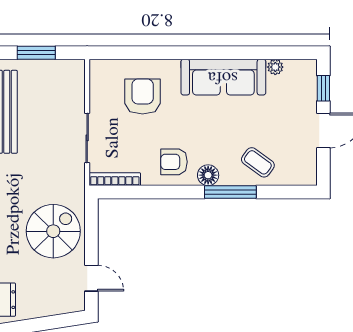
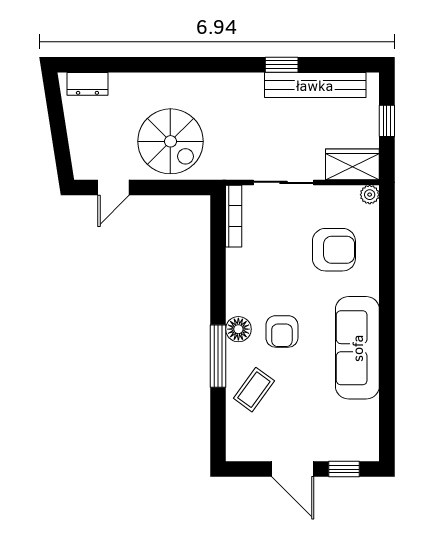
window: (36, 53) -> (387, 121), width x0.67
plant: (275, 67) -> (370, 195), moved
wardrobe: (72, 81) -> (352, 164), added
armchair: (174, 162) -> (282, 331), moved, turned 180

